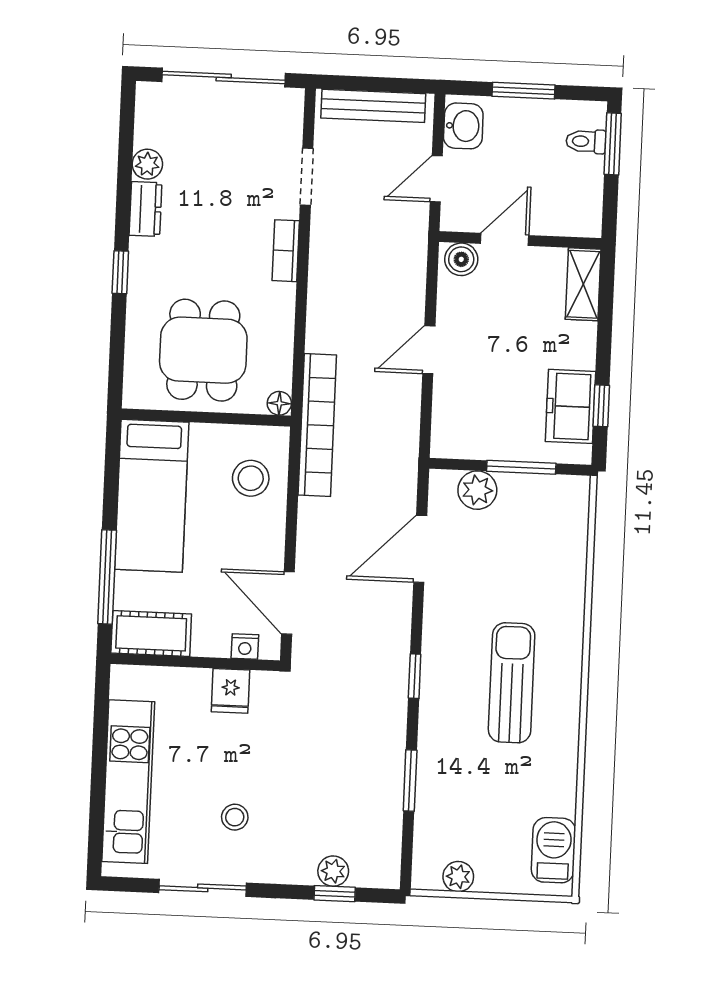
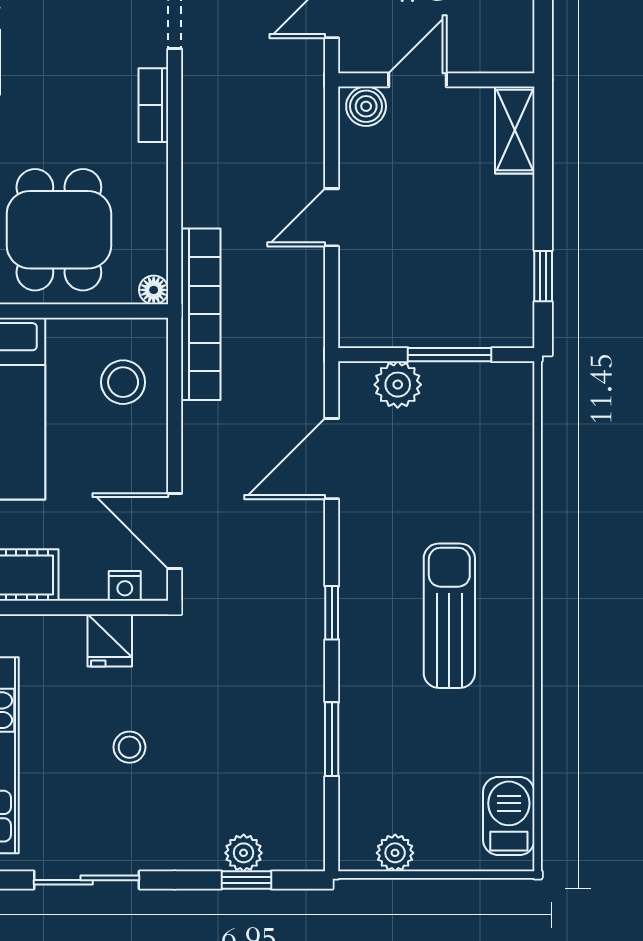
freezer: (570, 406) -> (506, 278), removed
stool: (235, 817) -> (129, 747), moved

